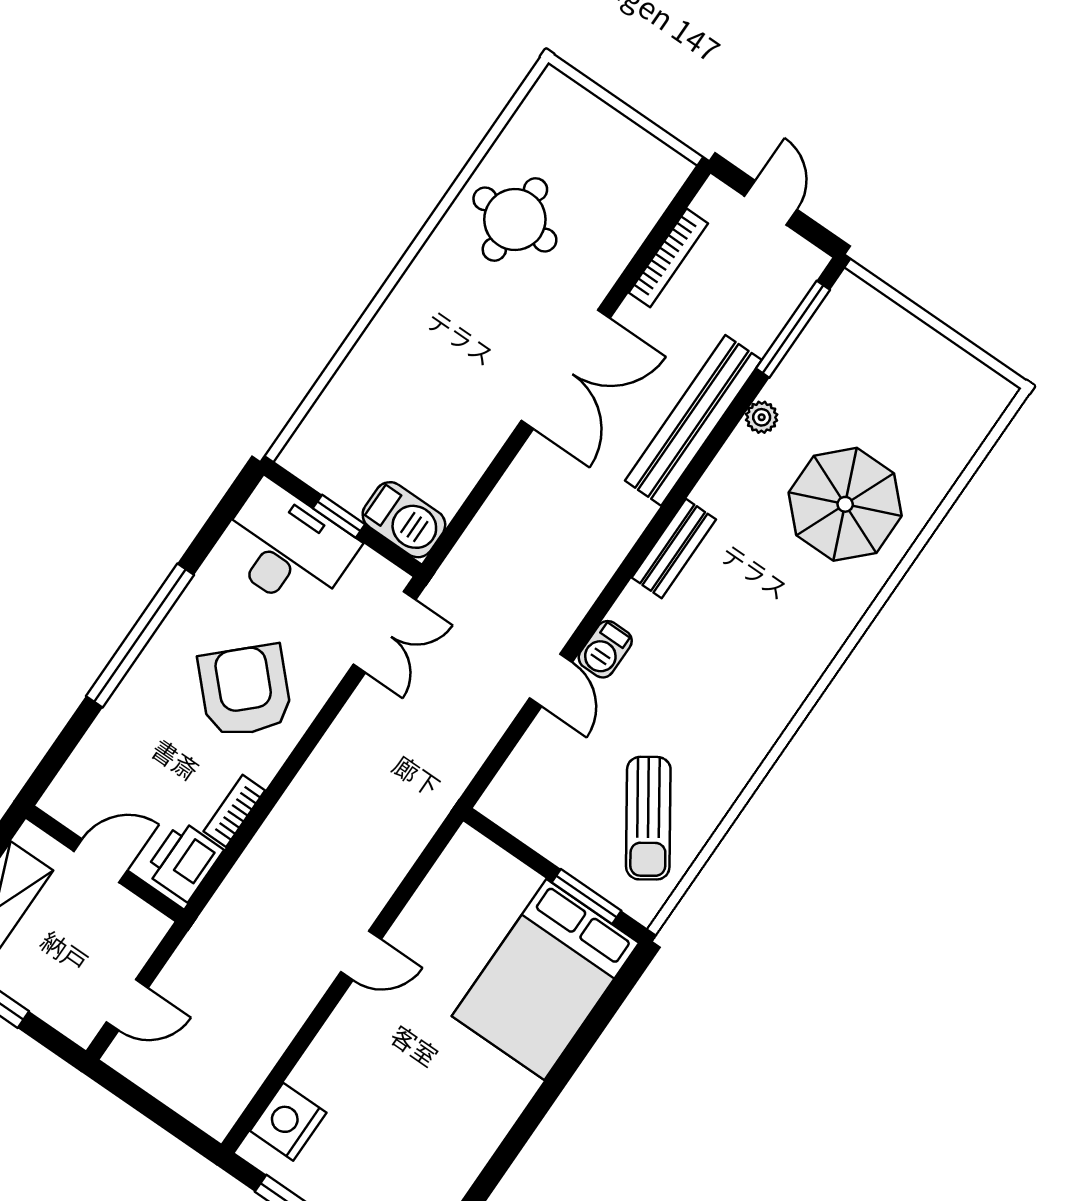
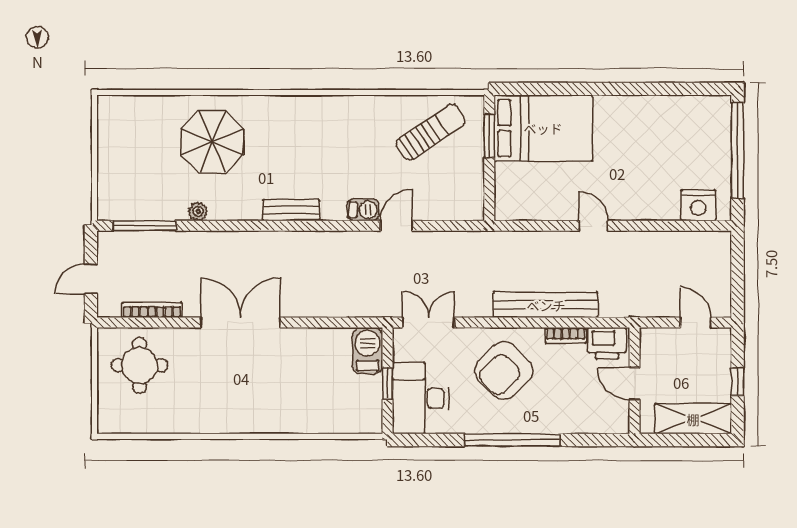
round table: (515, 219) -> (140, 365), moved
bench: (693, 420) -> (546, 305), moved

